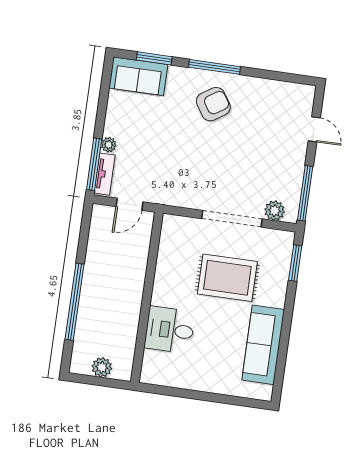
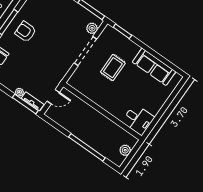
armchair: (213, 104) -> (26, 32), turned -57
door: (130, 204) -> (53, 97), hinge flipped
rug: (227, 278) -> (113, 68), width x0.73, depth x0.70
desk: (170, 330) -> (138, 120), moved, turned -90

